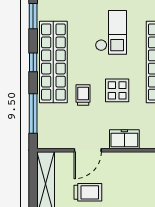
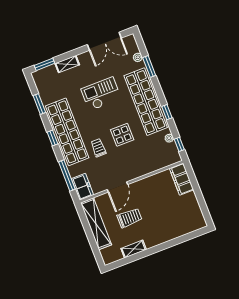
checkout: (111, 32) -> (101, 94), turned -90
freezer: (124, 139) -> (82, 187), moved, turned 90

